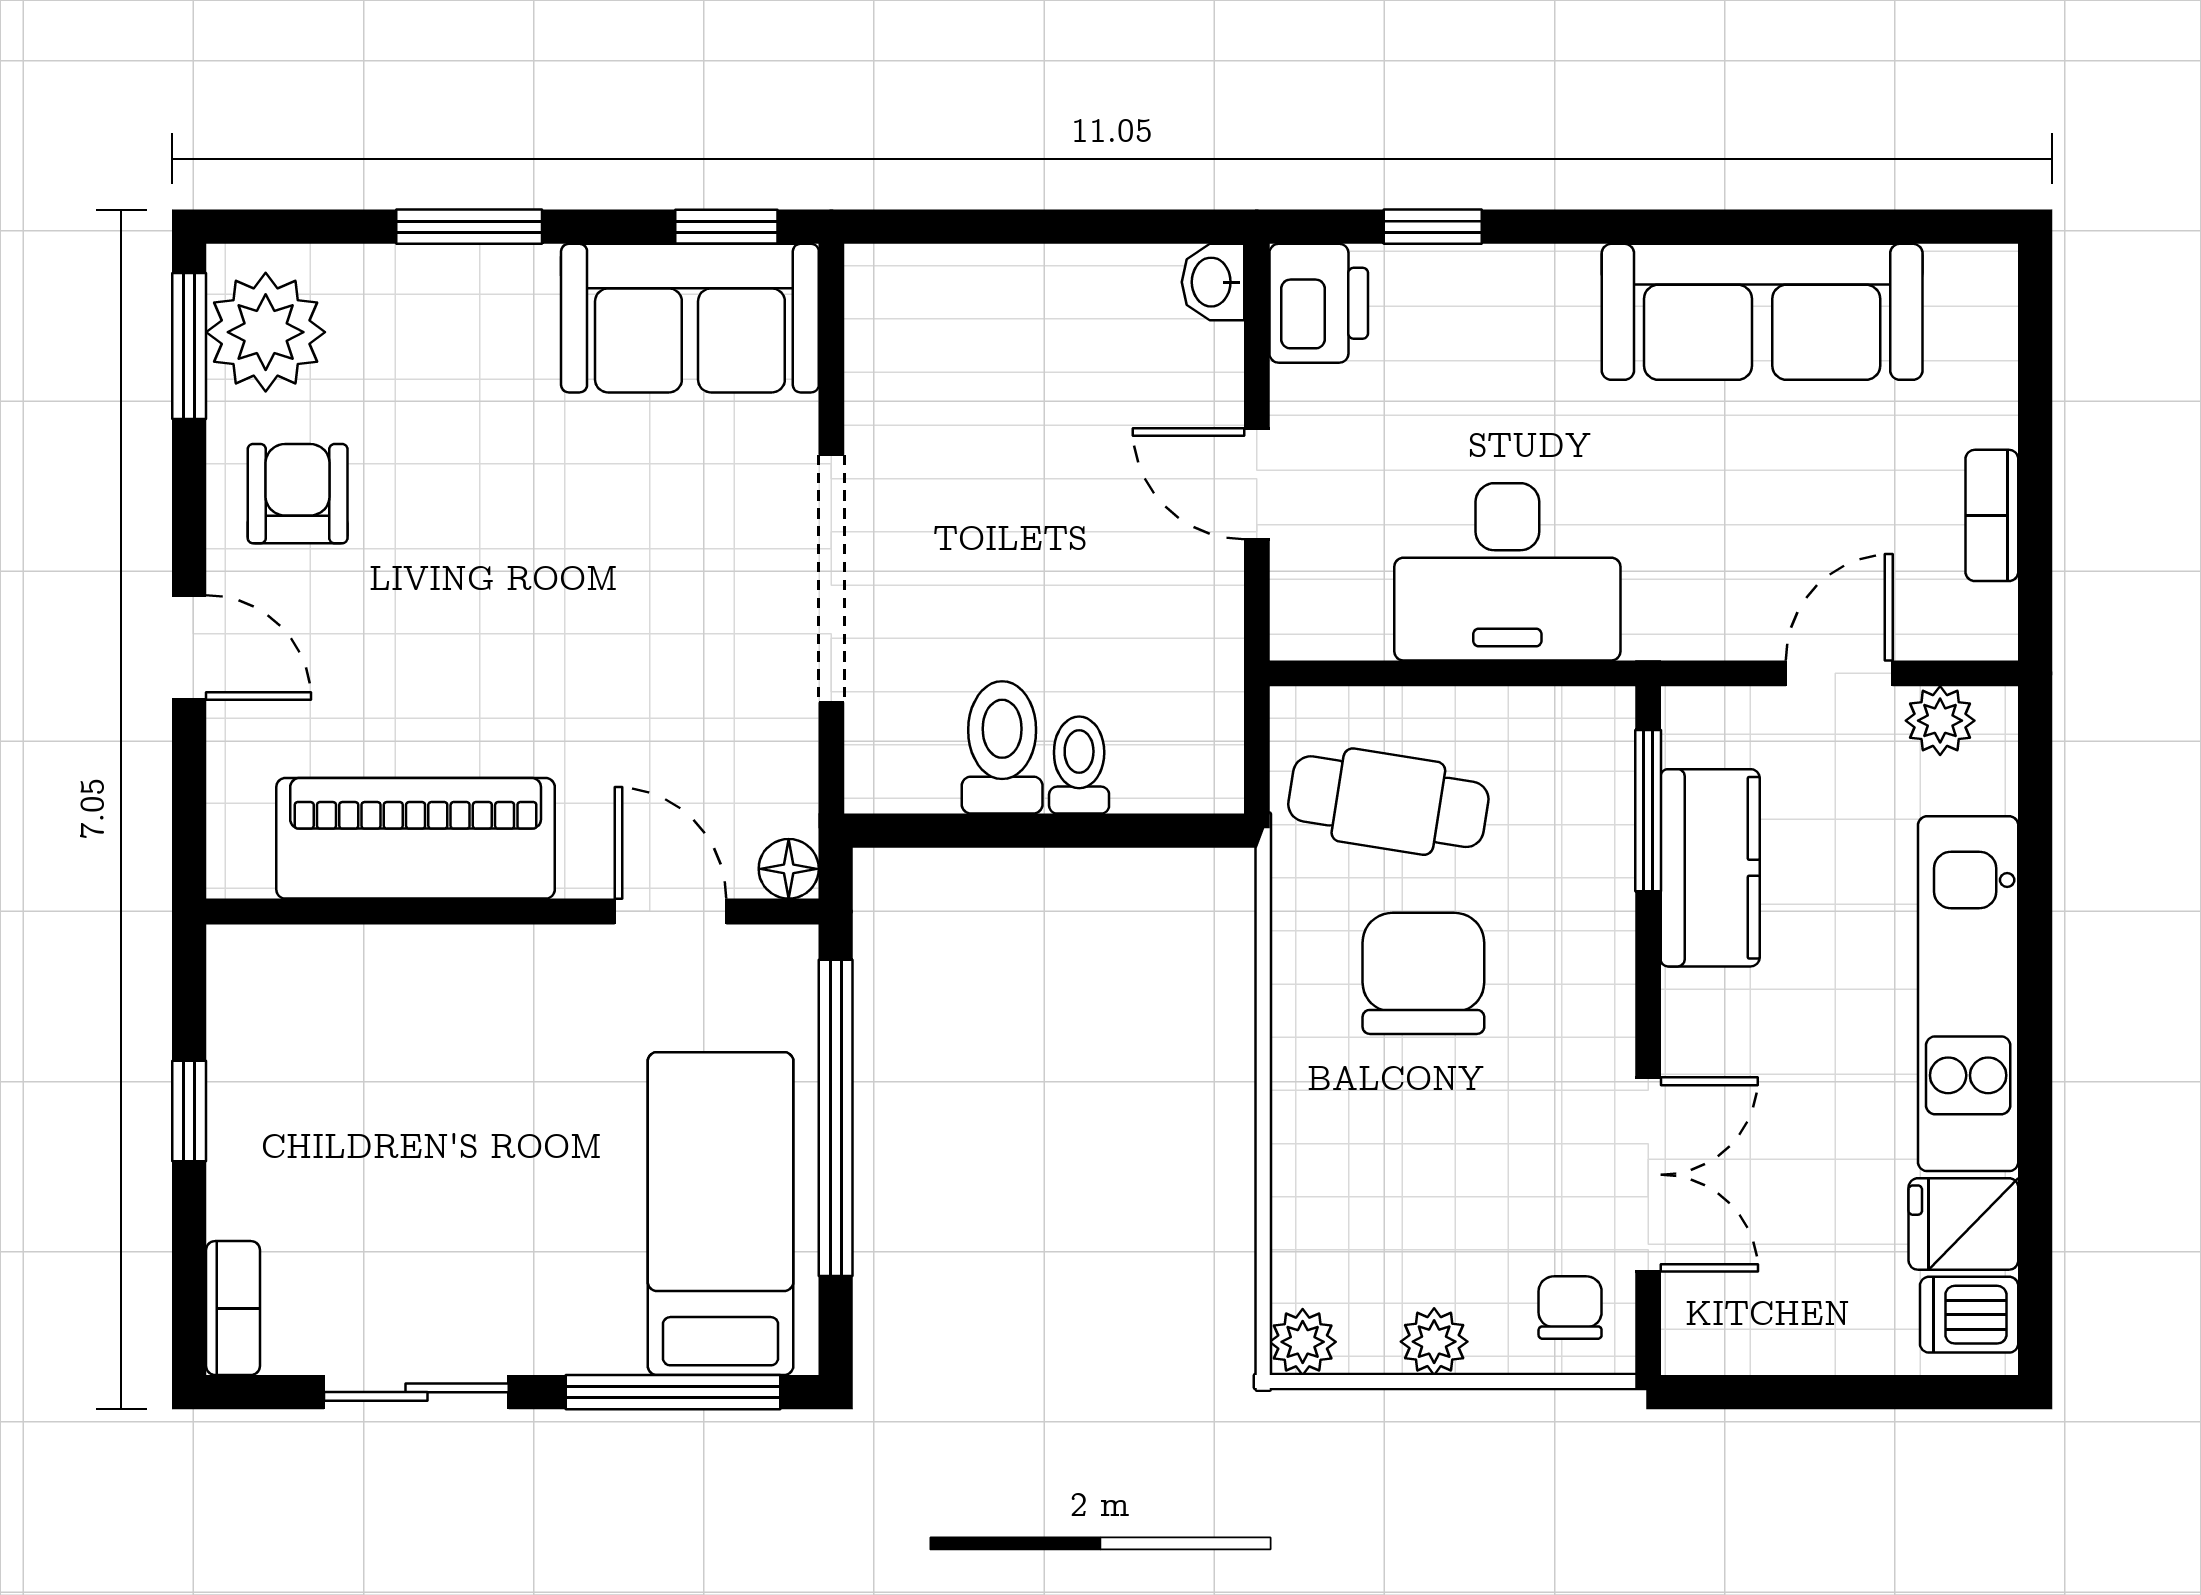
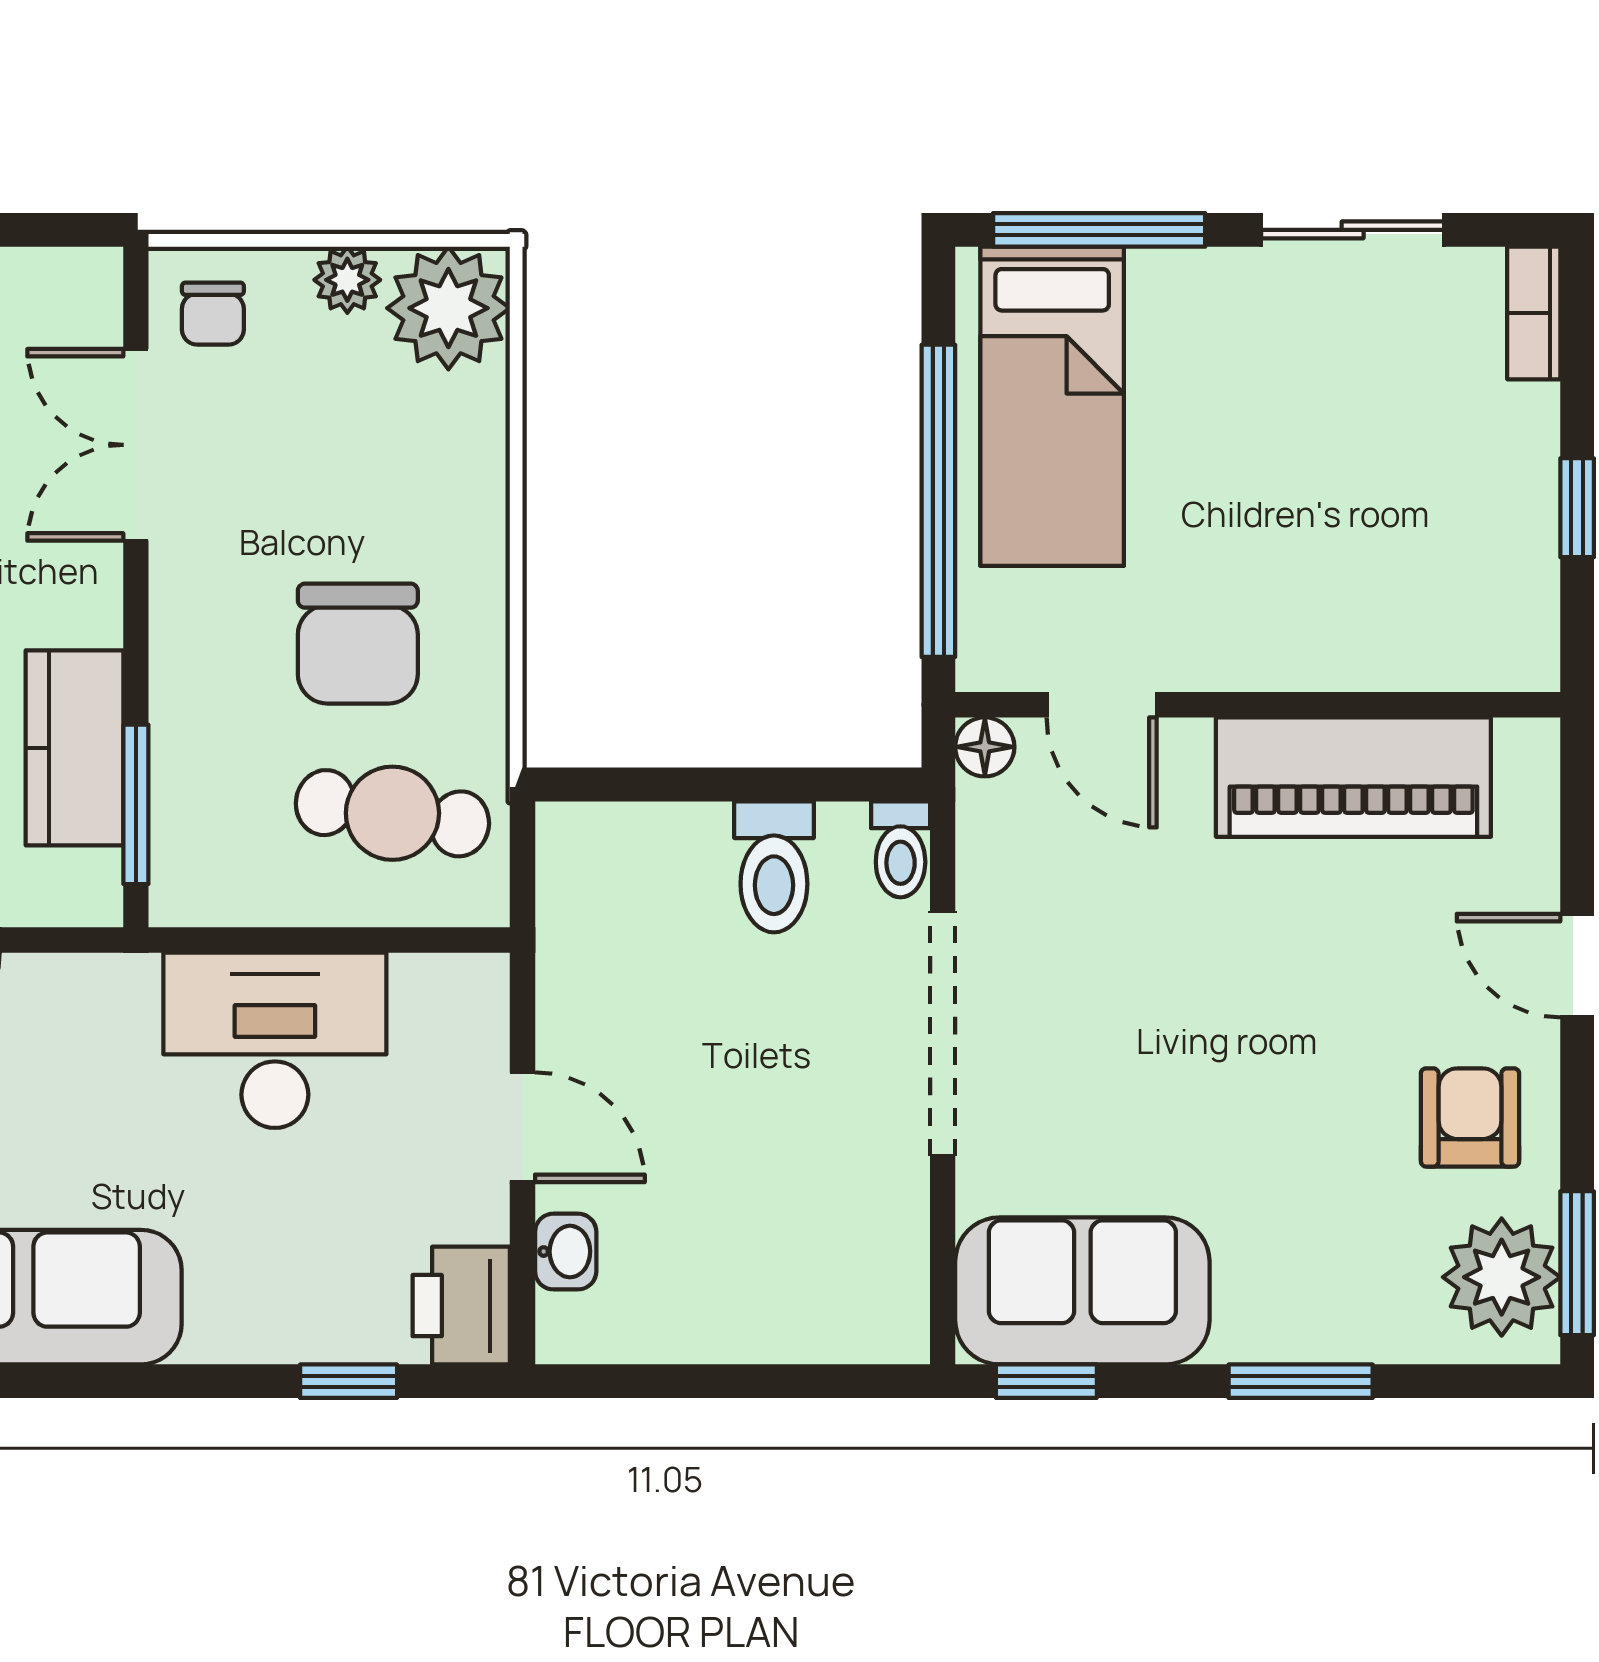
washbasin: (1213, 282) -> (566, 1252), moved
armchair: (298, 494) -> (1470, 1117), turned 180
toilet: (1079, 765) -> (901, 849), moved
plant: (1303, 1342) -> (448, 308), width x1.87, depth x1.87

